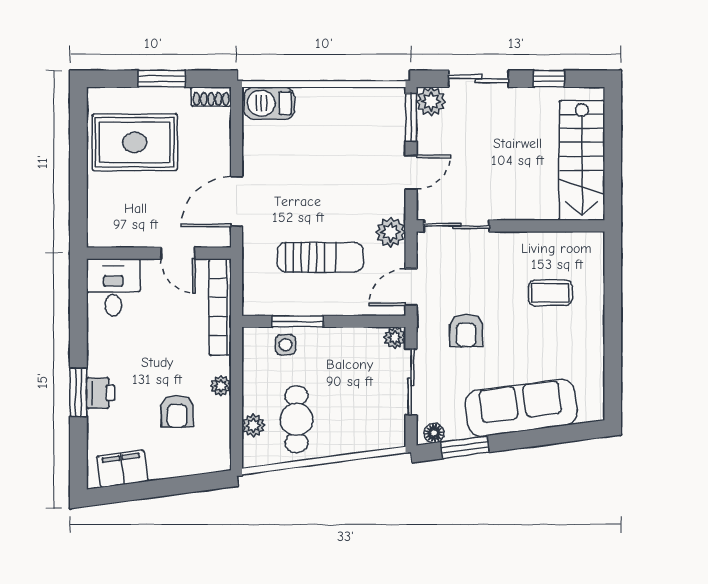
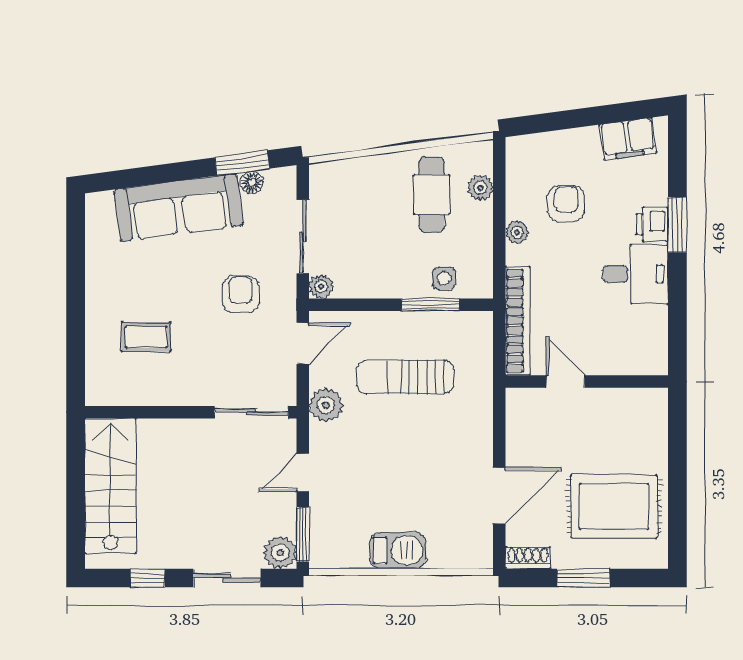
barbecue: (269, 103) -> (398, 550), moved
door: (236, 202) -> (499, 496), moved
desk: (113, 287) -> (636, 274), moved, turned -90
floor lamp: (434, 433) -> (252, 182), moved

